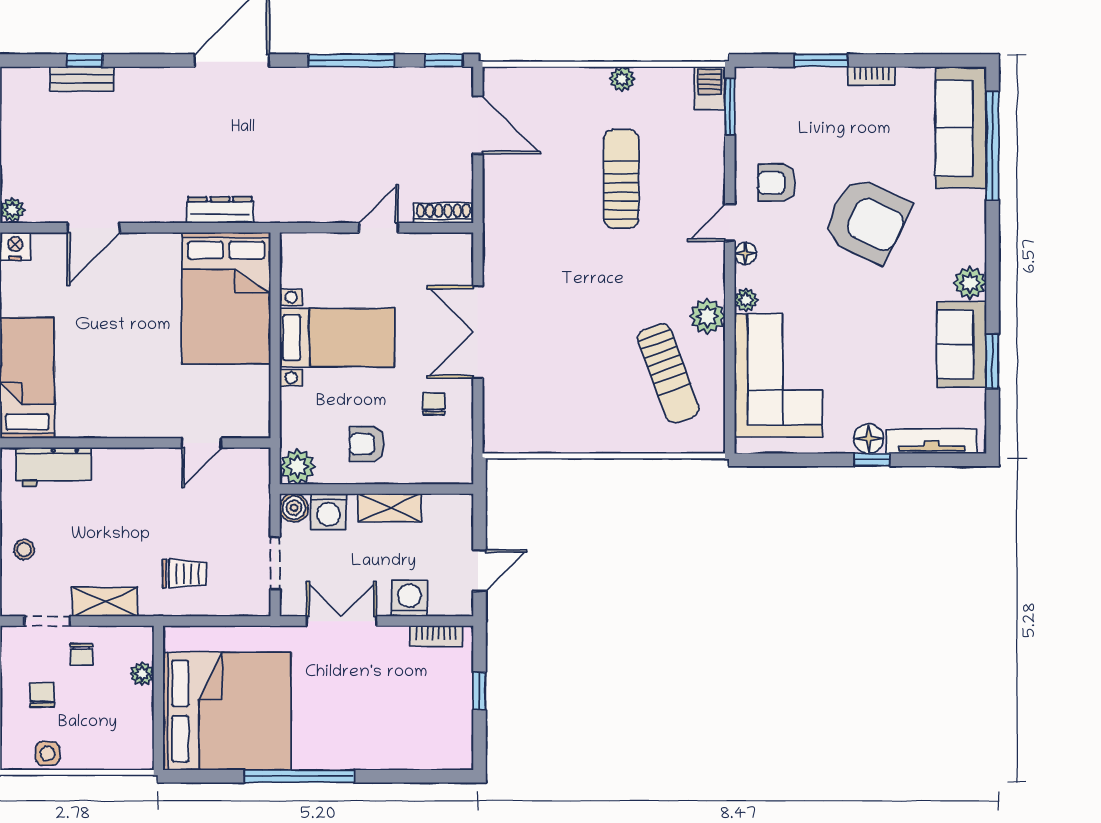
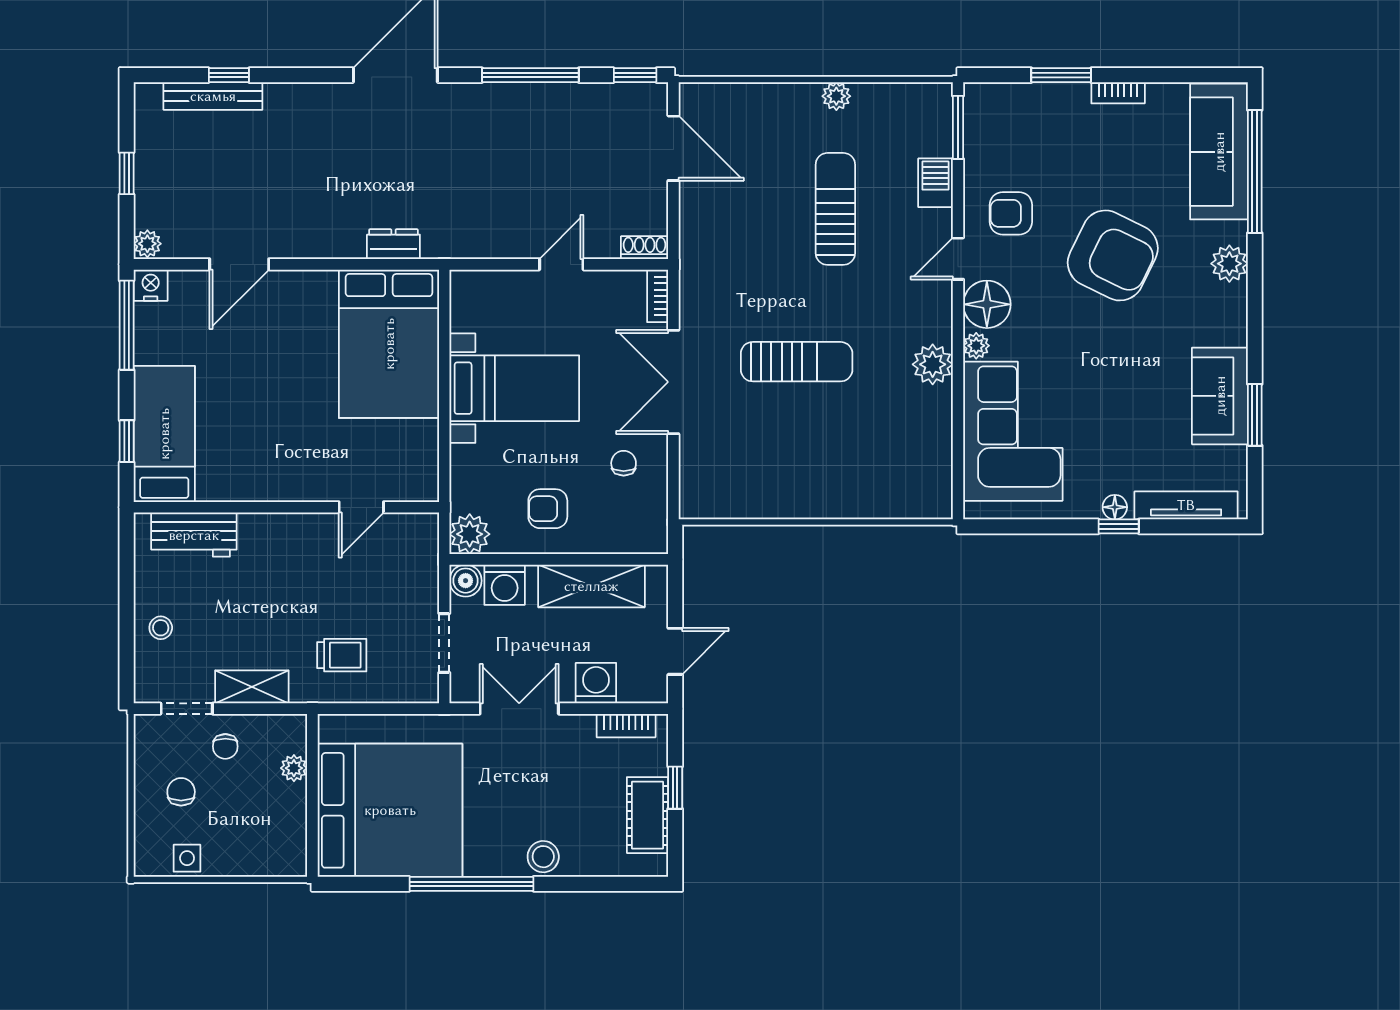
bench: (82, 79) -> (213, 96), width x1.36
barbecue: (710, 88) -> (935, 183), moved
dresser: (220, 210) -> (393, 244), width x0.70
shoe rack: (443, 213) -> (645, 248), width x0.70
floor lamp: (745, 253) -> (987, 304), width x1.89, depth x1.89
bookcase: (464, 256) -> (658, 296), added
plant: (970, 283) -> (1229, 264), moved
sun lounger: (668, 373) -> (797, 362), moved, turned -70
floor lamp: (869, 439) -> (1115, 507), width x0.73, depth x0.73
shelving: (390, 508) -> (591, 586), width x1.50, depth x1.33
cot: (455, 715) -> (647, 815), added
stool: (363, 752) -> (543, 857), added

